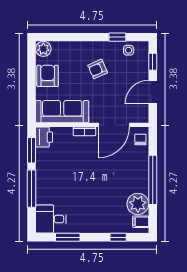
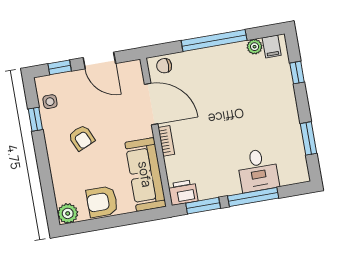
plant: (138, 204) -> (255, 47), width x0.53, depth x0.53
desk: (51, 219) -> (258, 170), moved

